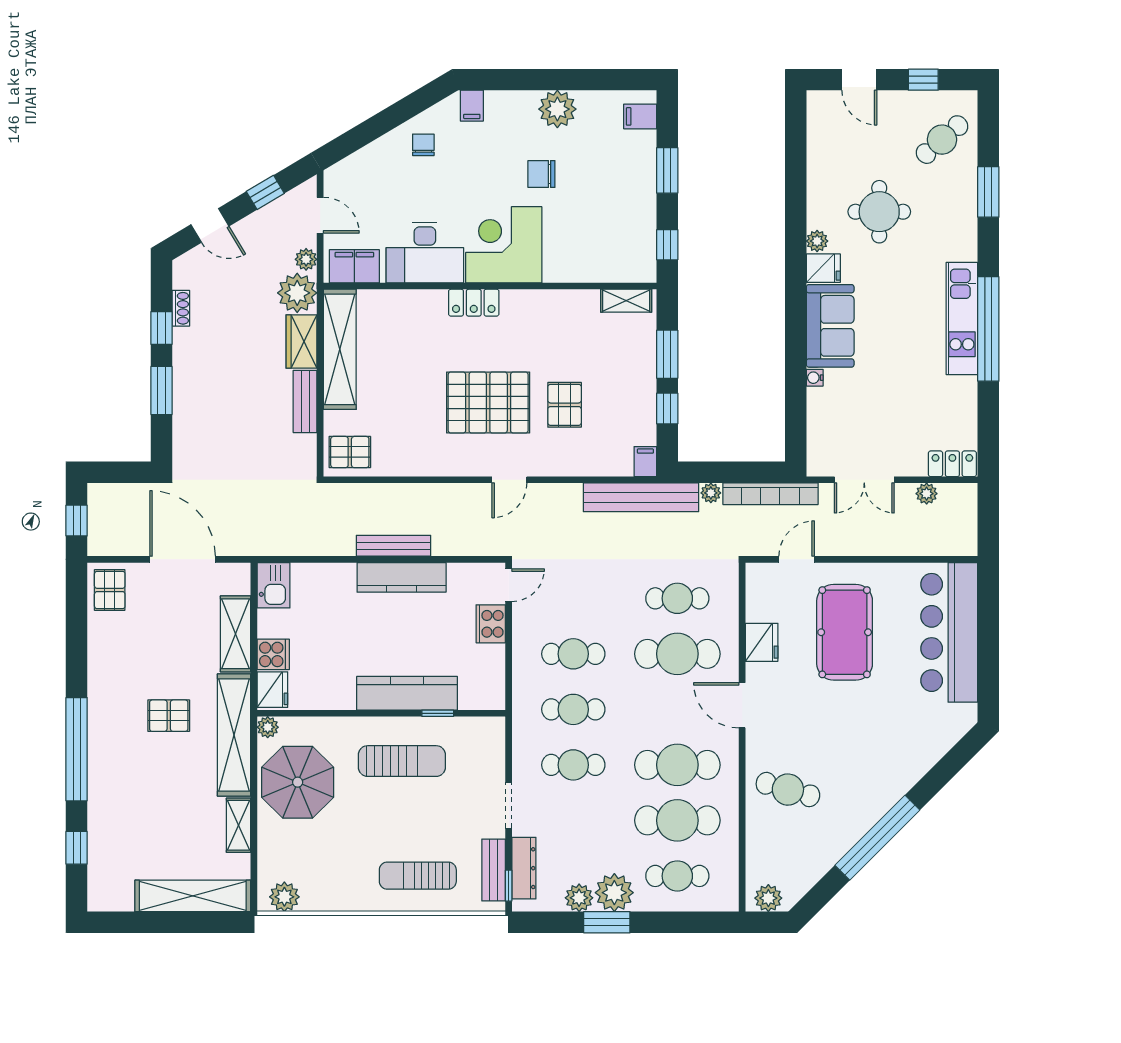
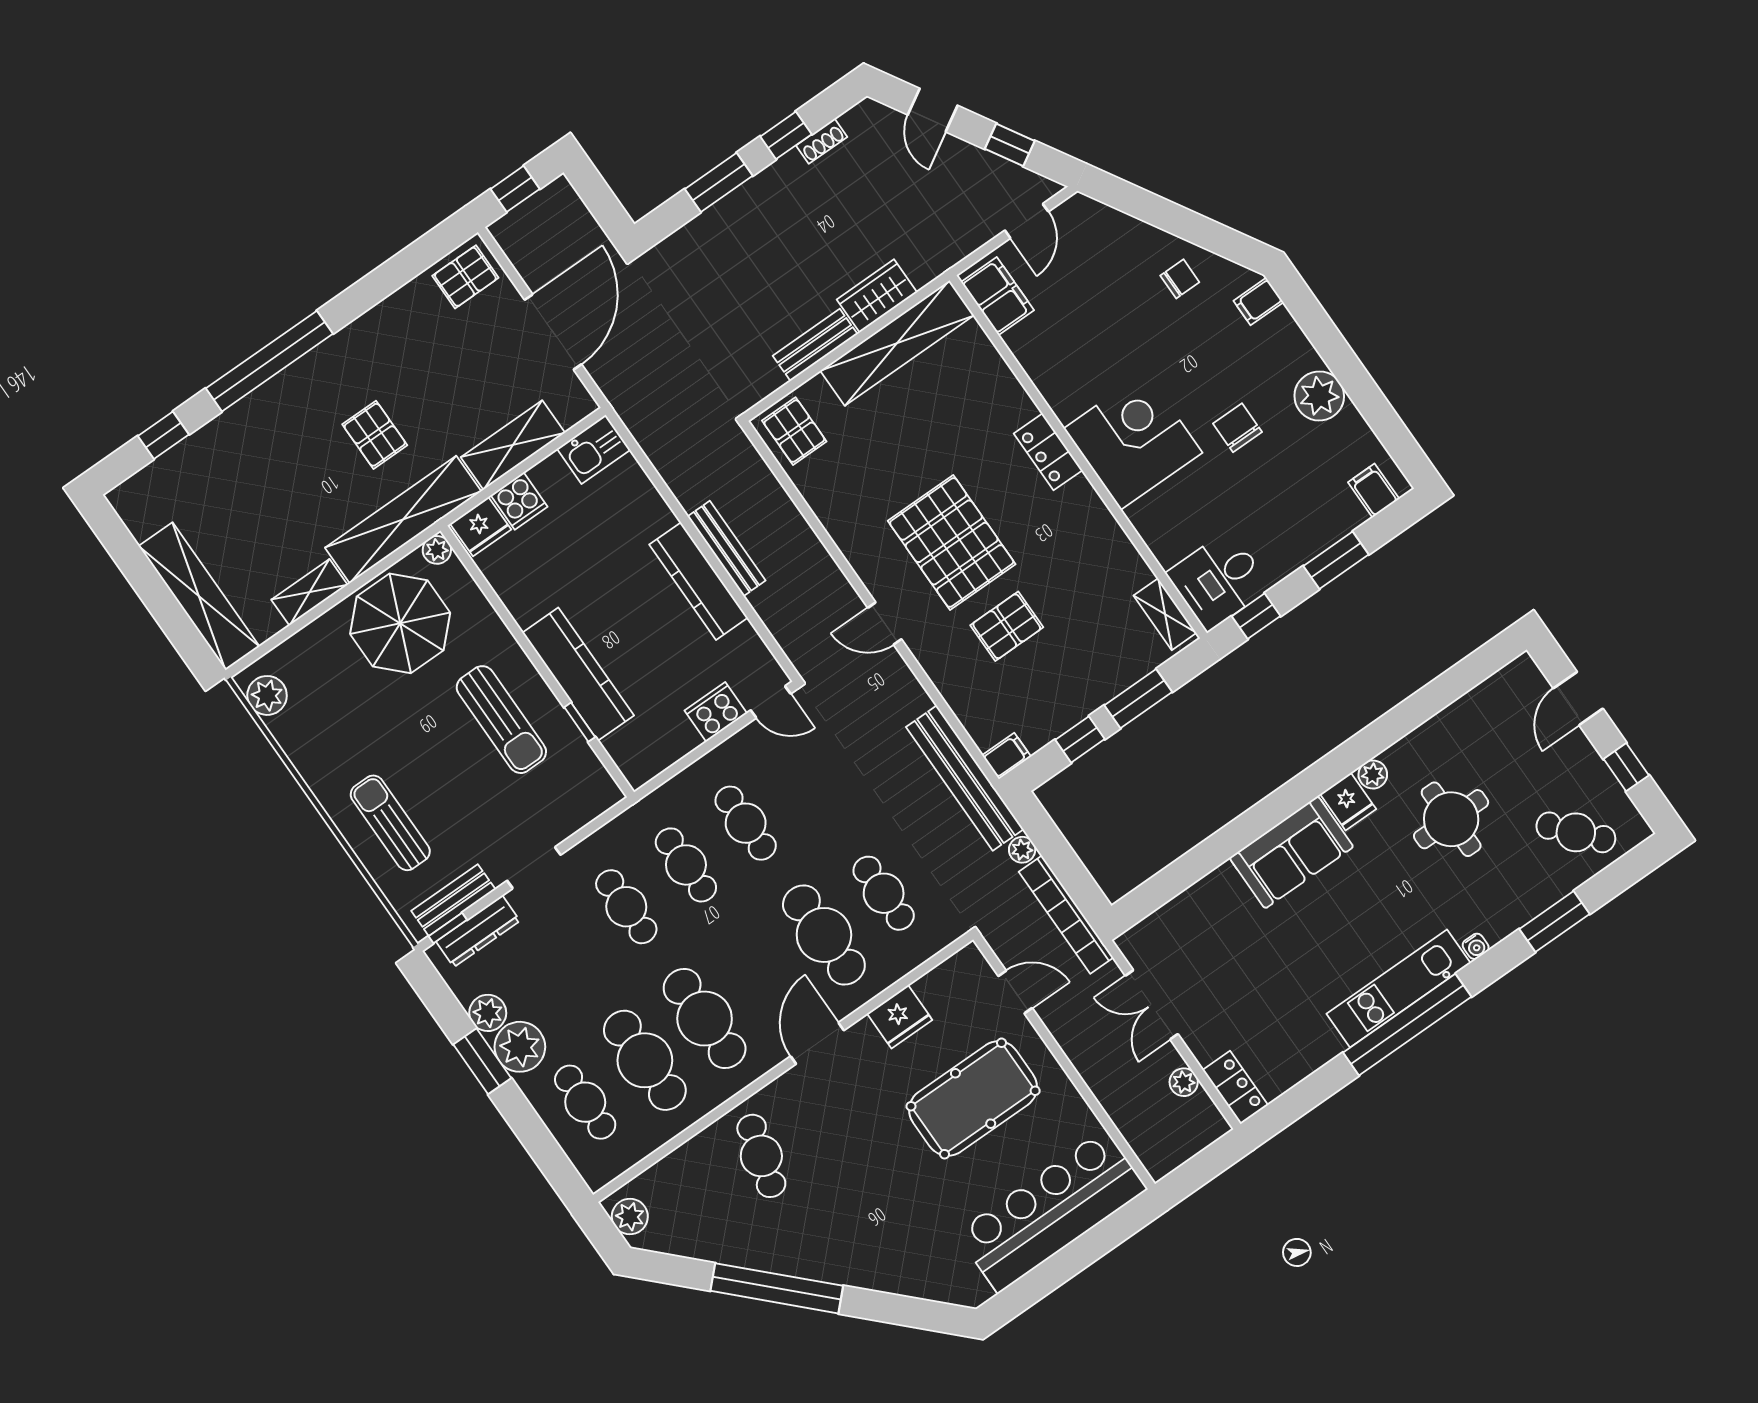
desk: (425, 252) -> (1219, 580), moved, width x0.73
plant: (306, 259) -> (969, 239), removed
plant: (297, 293) -> (926, 255), removed
water cooler: (815, 378) -> (1476, 946), moved, turned 180

